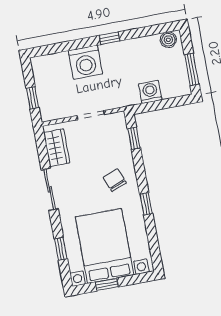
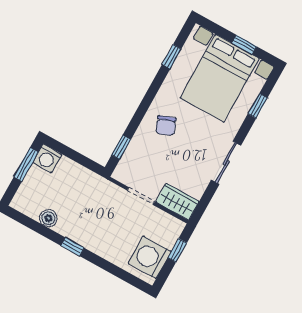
boiler: (168, 40) -> (48, 218), moved
washing machine: (85, 62) -> (150, 257), moved, turned -90
washing machine: (150, 92) -> (47, 158), moved
wardrobe: (57, 148) -> (177, 202), moved, turned 90
window: (146, 204) -> (172, 57), moved

